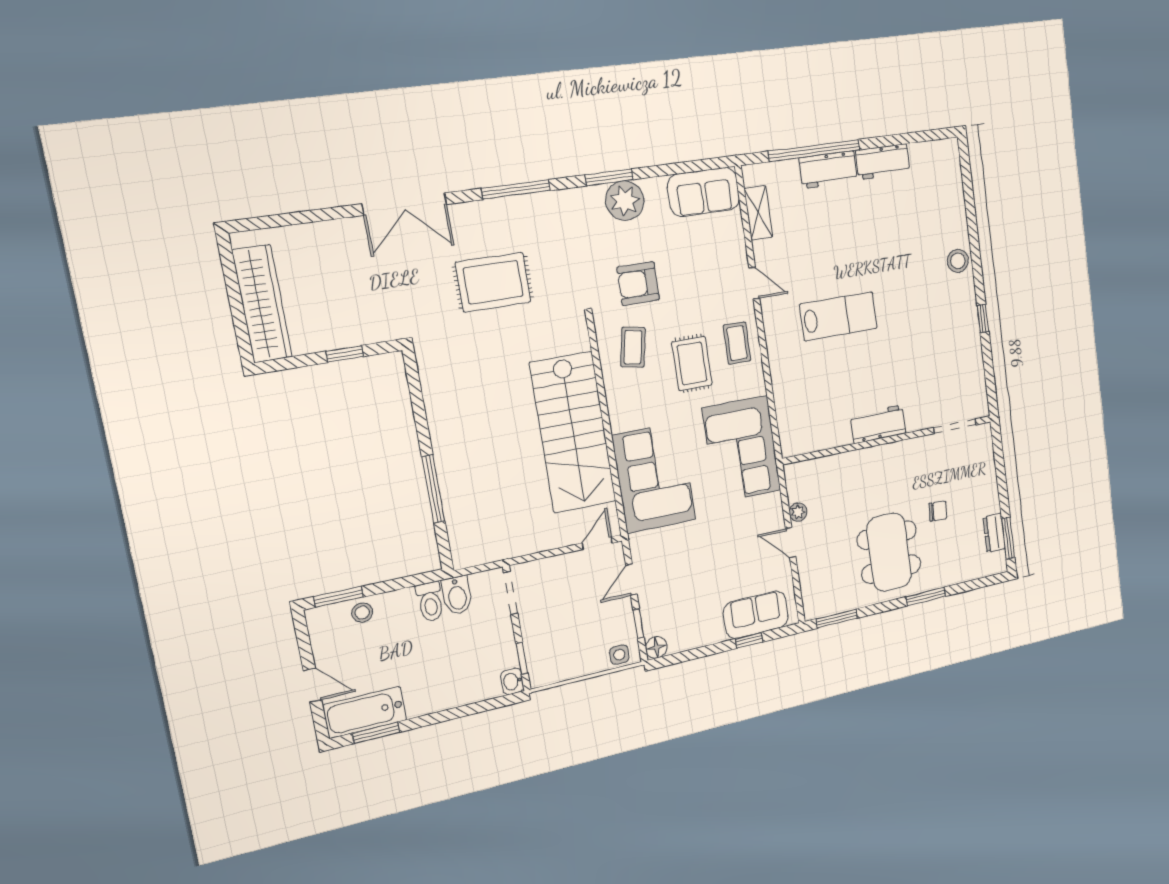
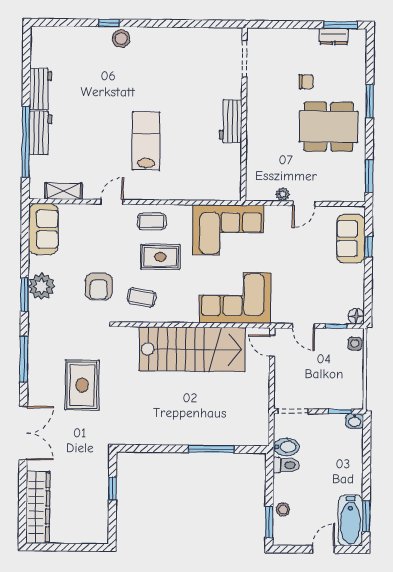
wardrobe: (262, 304) -> (38, 507), moved, turned 90
window: (983, 319) -> (109, 23), moved
chair: (938, 511) -> (306, 82), turned 86

